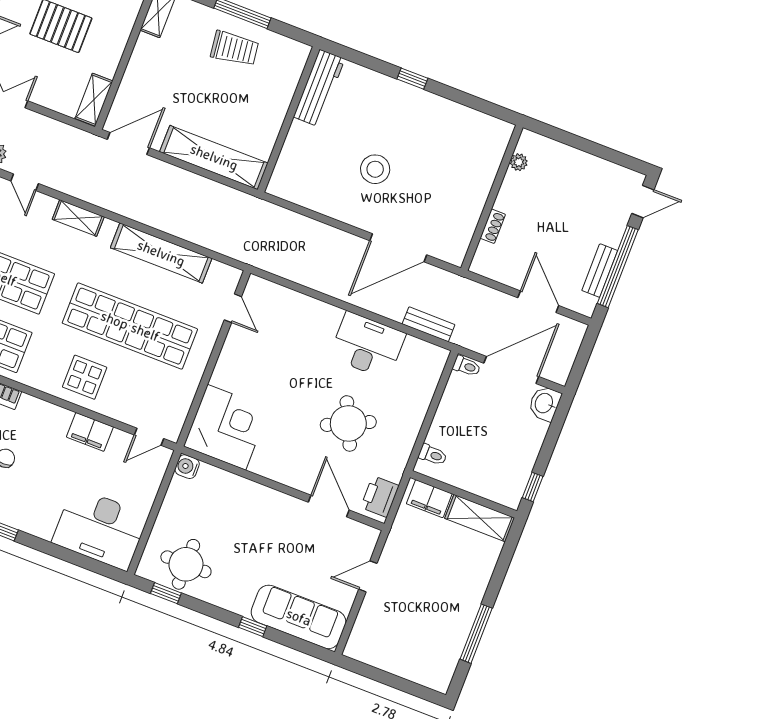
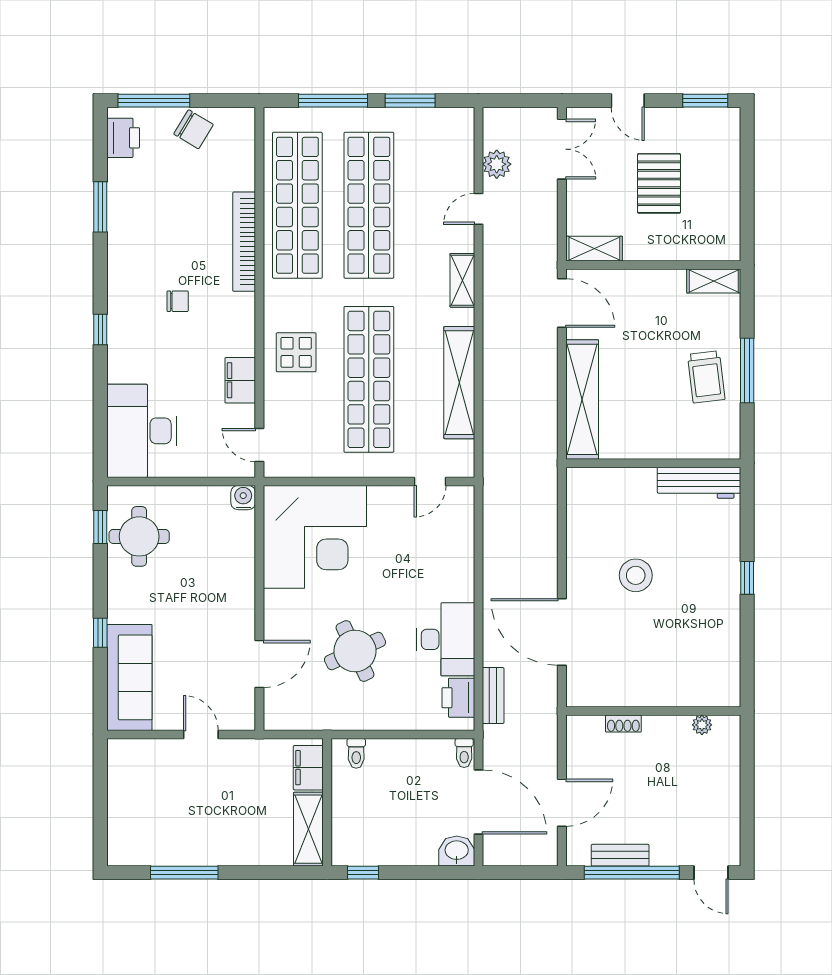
corner desk: (226, 427) -> (315, 537), width x1.36, depth x1.36
printer: (380, 497) -> (458, 698), moved, turned -90

